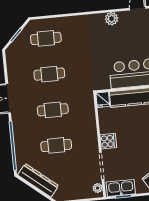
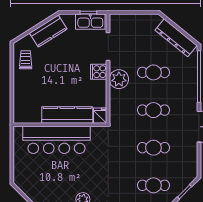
plant: (98, 188) -> (119, 79), moved, width x1.88, depth x1.88

